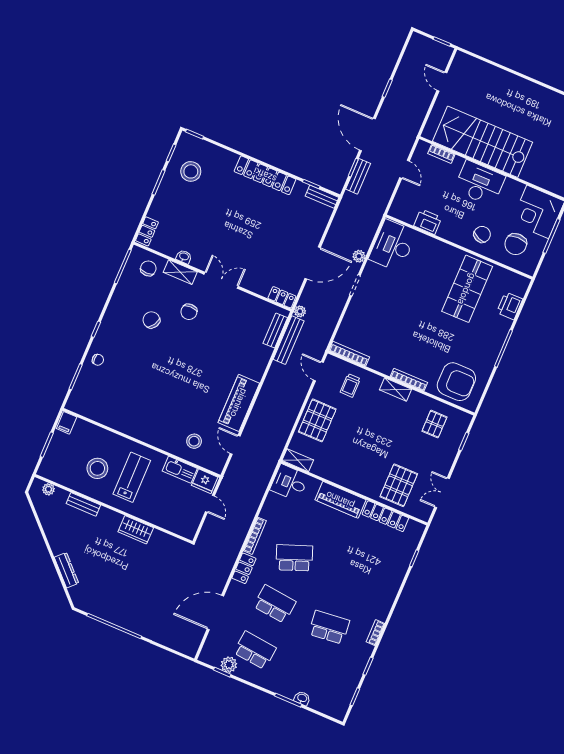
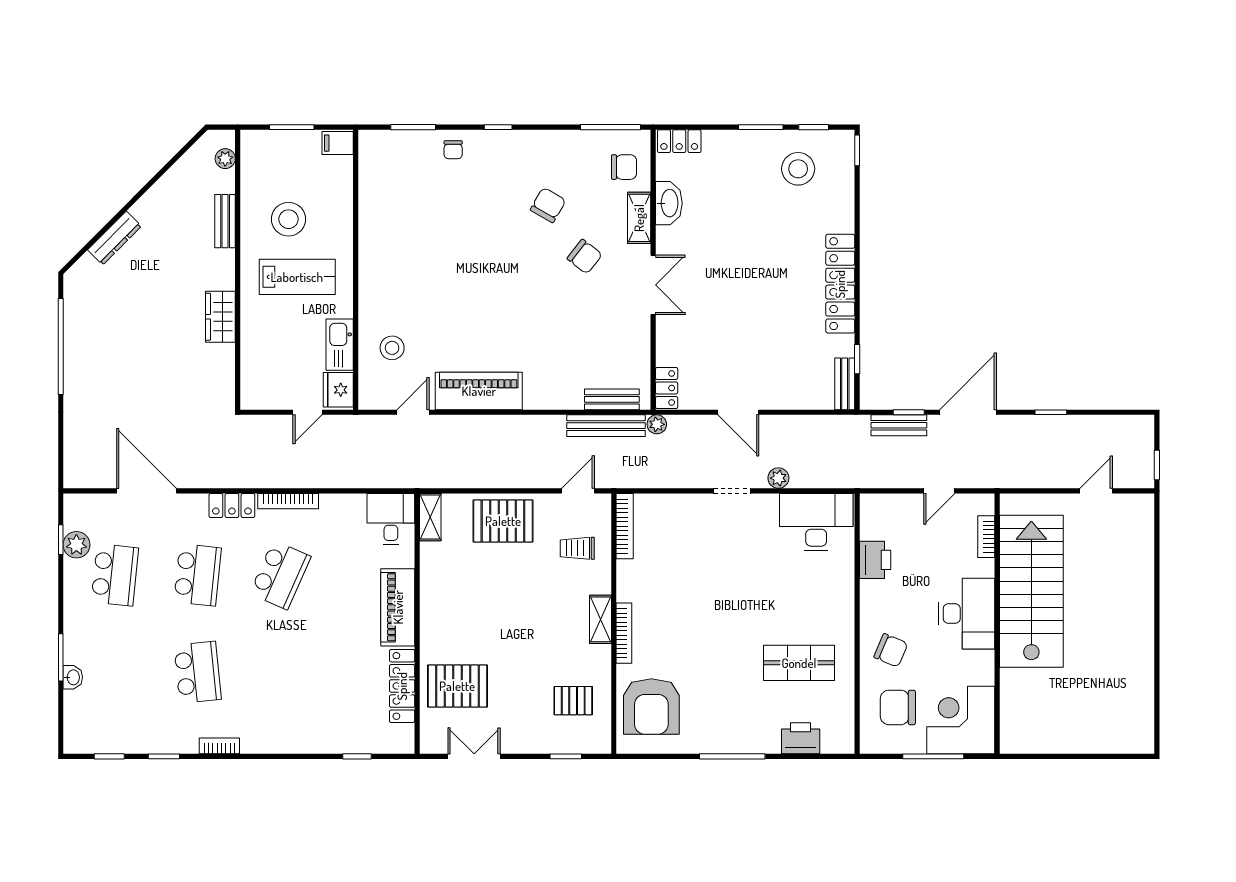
washbasin: (184, 257) -> (669, 203), width x1.91, depth x1.45
door: (313, 263) -> (738, 412), width x0.73
shop shelf: (467, 289) -> (799, 663), width x0.70, depth x0.74
chair: (189, 312) -> (585, 257), turned -142
school desk: (294, 558) -> (280, 575), turned 45

